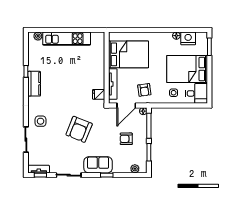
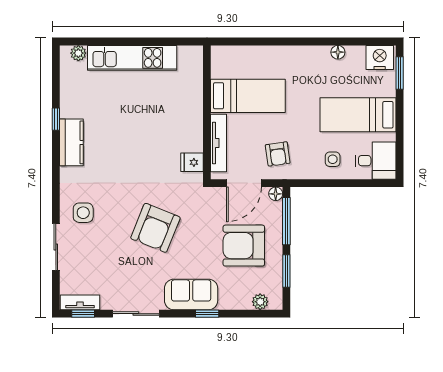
nightstand: (188, 38) -> (380, 57), moved
bed: (128, 54) -> (248, 96), width x0.67
bed: (187, 69) -> (358, 115), width x0.67
armchair: (126, 139) -> (244, 246), width x1.88, depth x1.88

